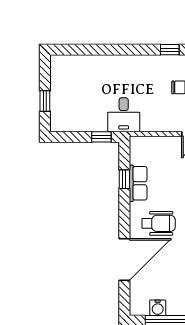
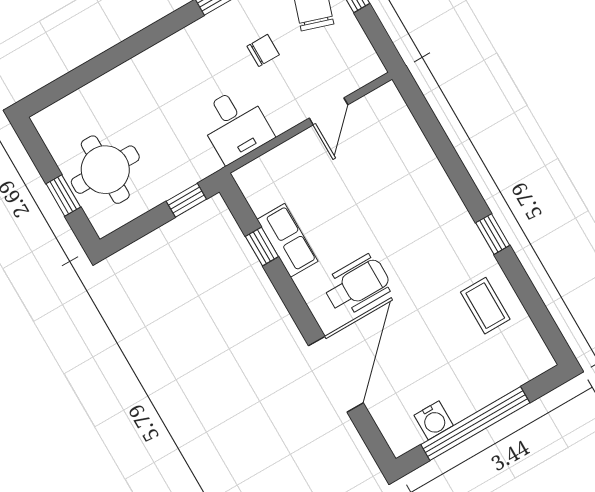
round table: (72, 100) -> (105, 170), added
desk: (124, 115) -> (235, 125), moved

